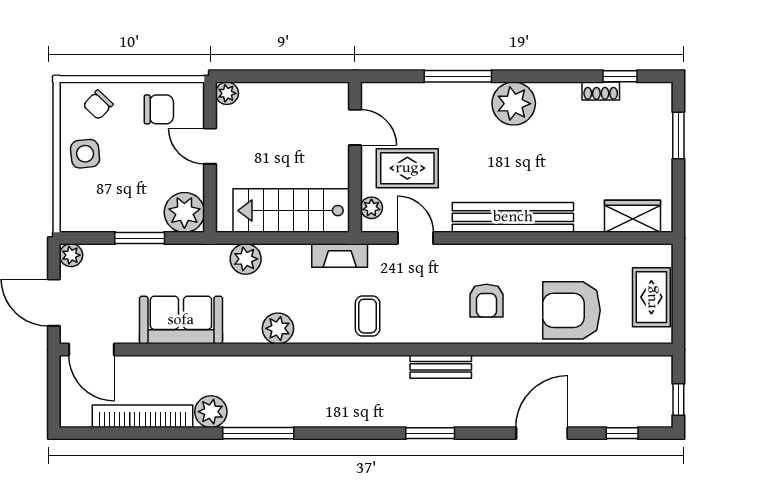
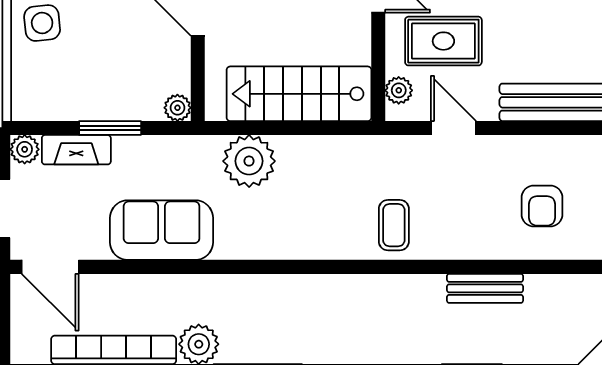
plant: (184, 212) -> (177, 108), width x0.53, depth x0.53
fireplace: (340, 255) -> (76, 150), moved
plant: (246, 259) -> (249, 161), width x1.36, depth x1.36
plant: (278, 328) -> (282, 241), removed

